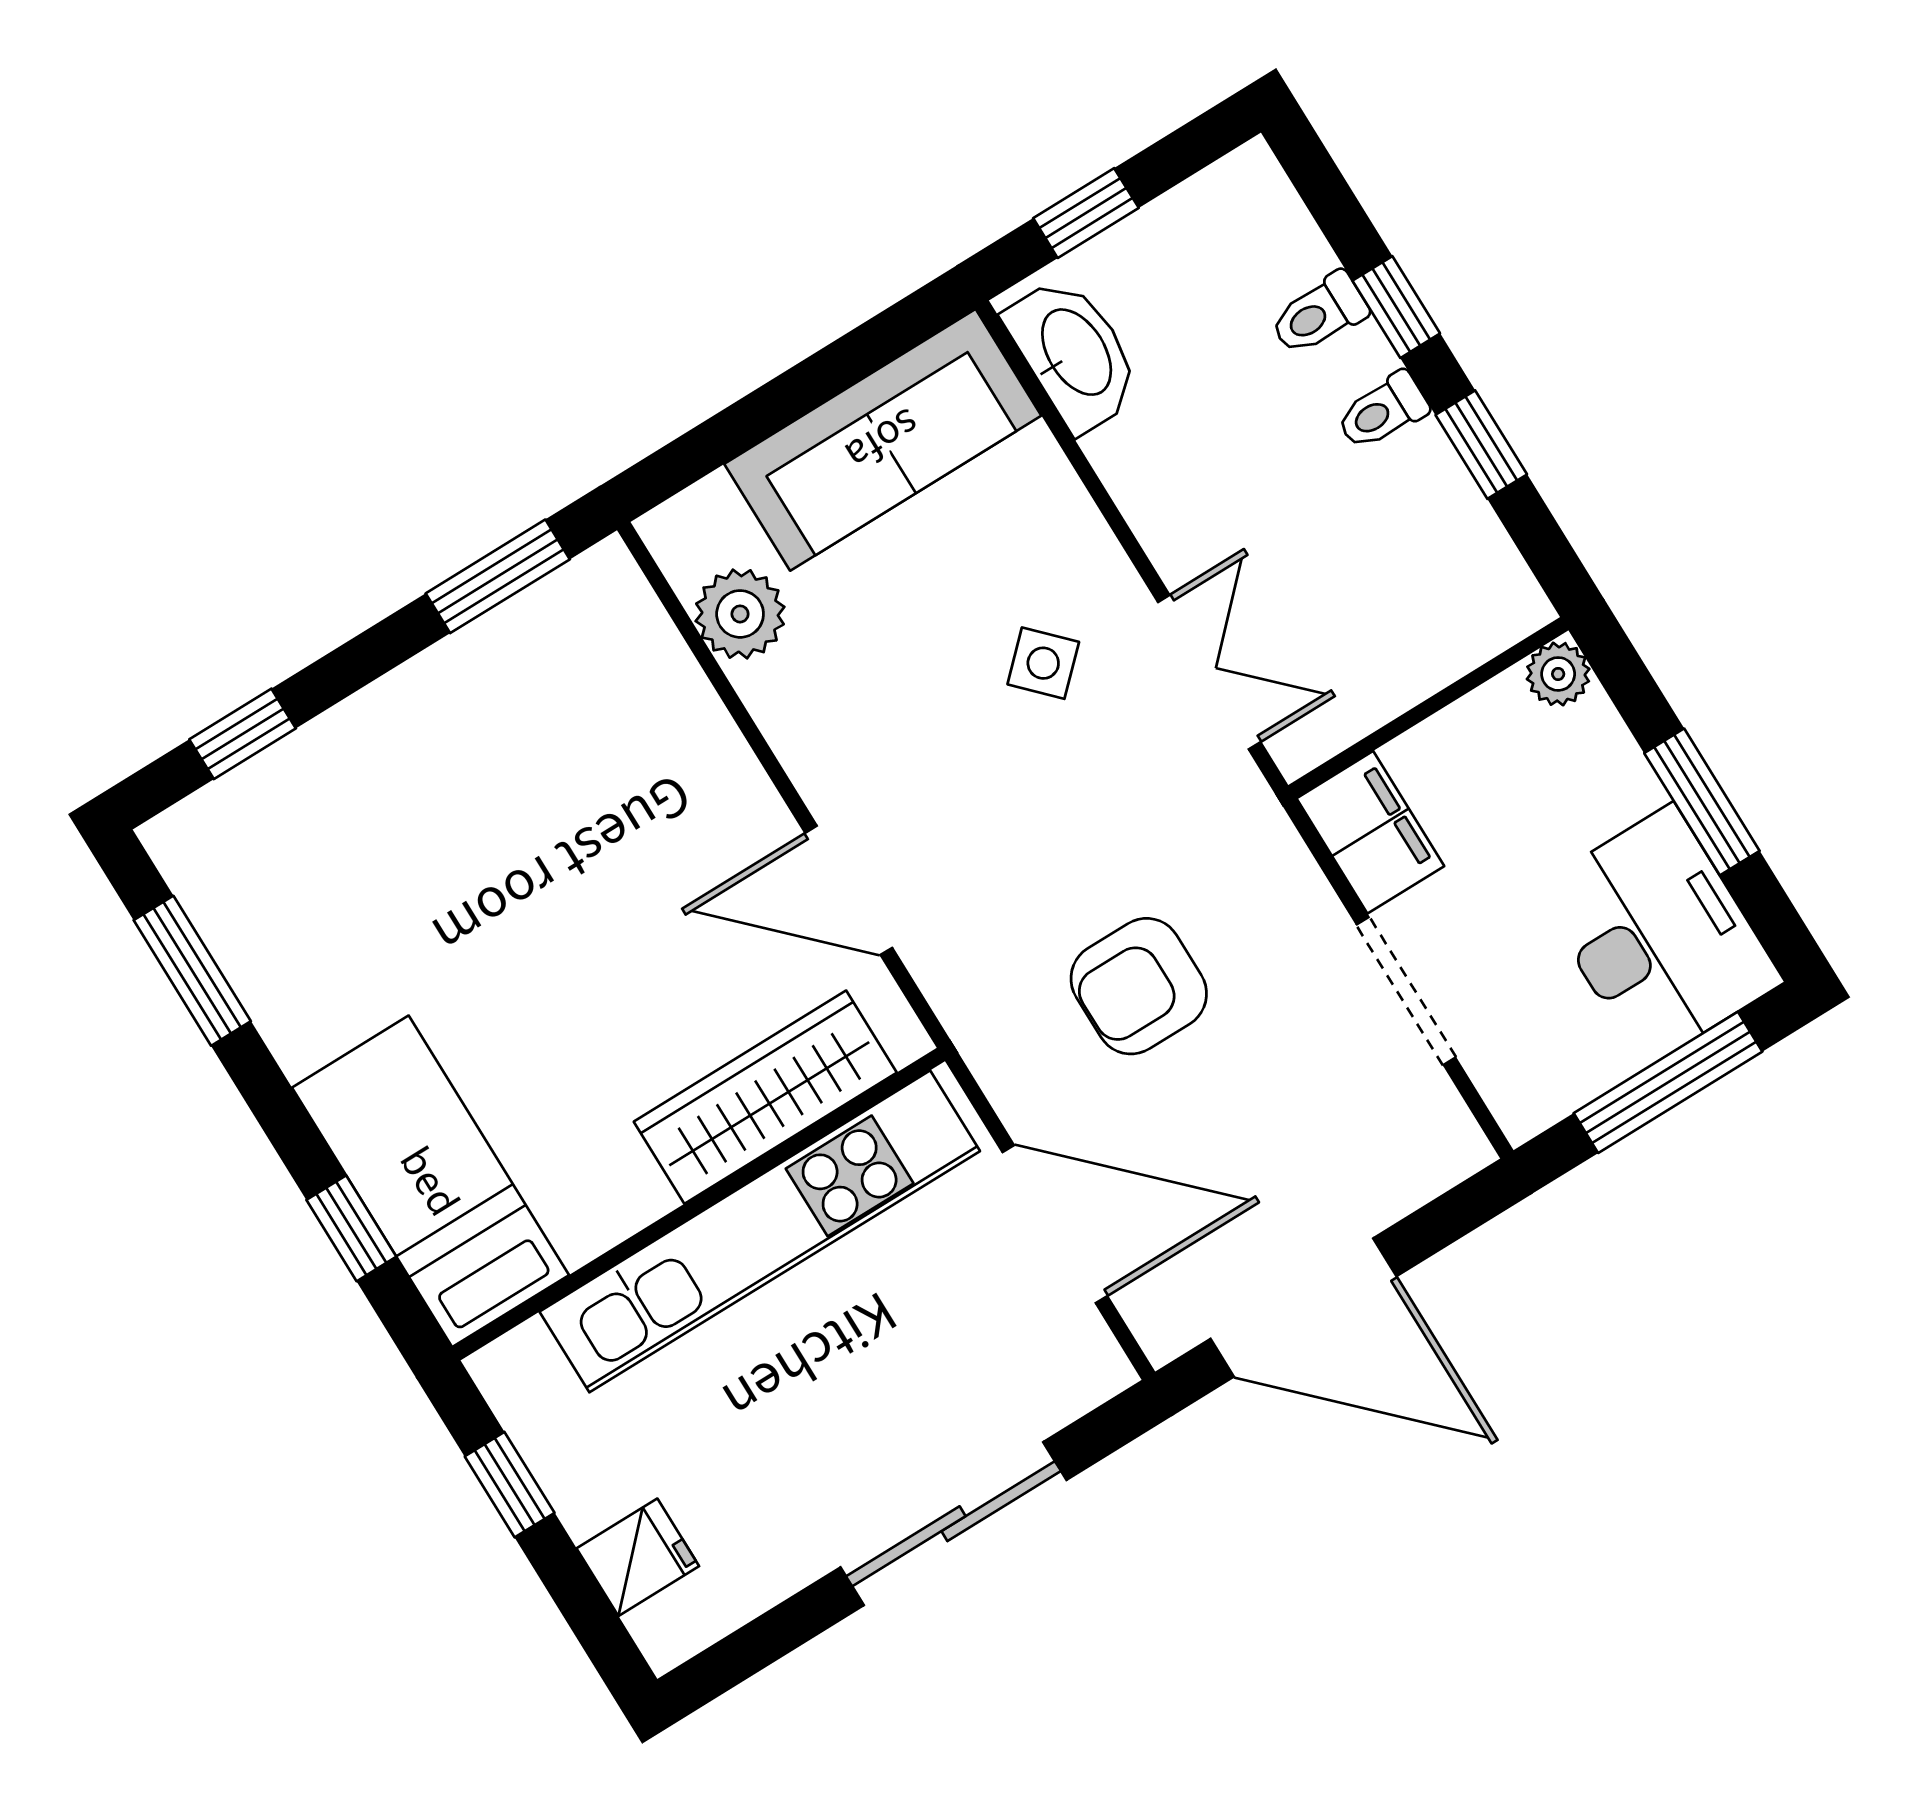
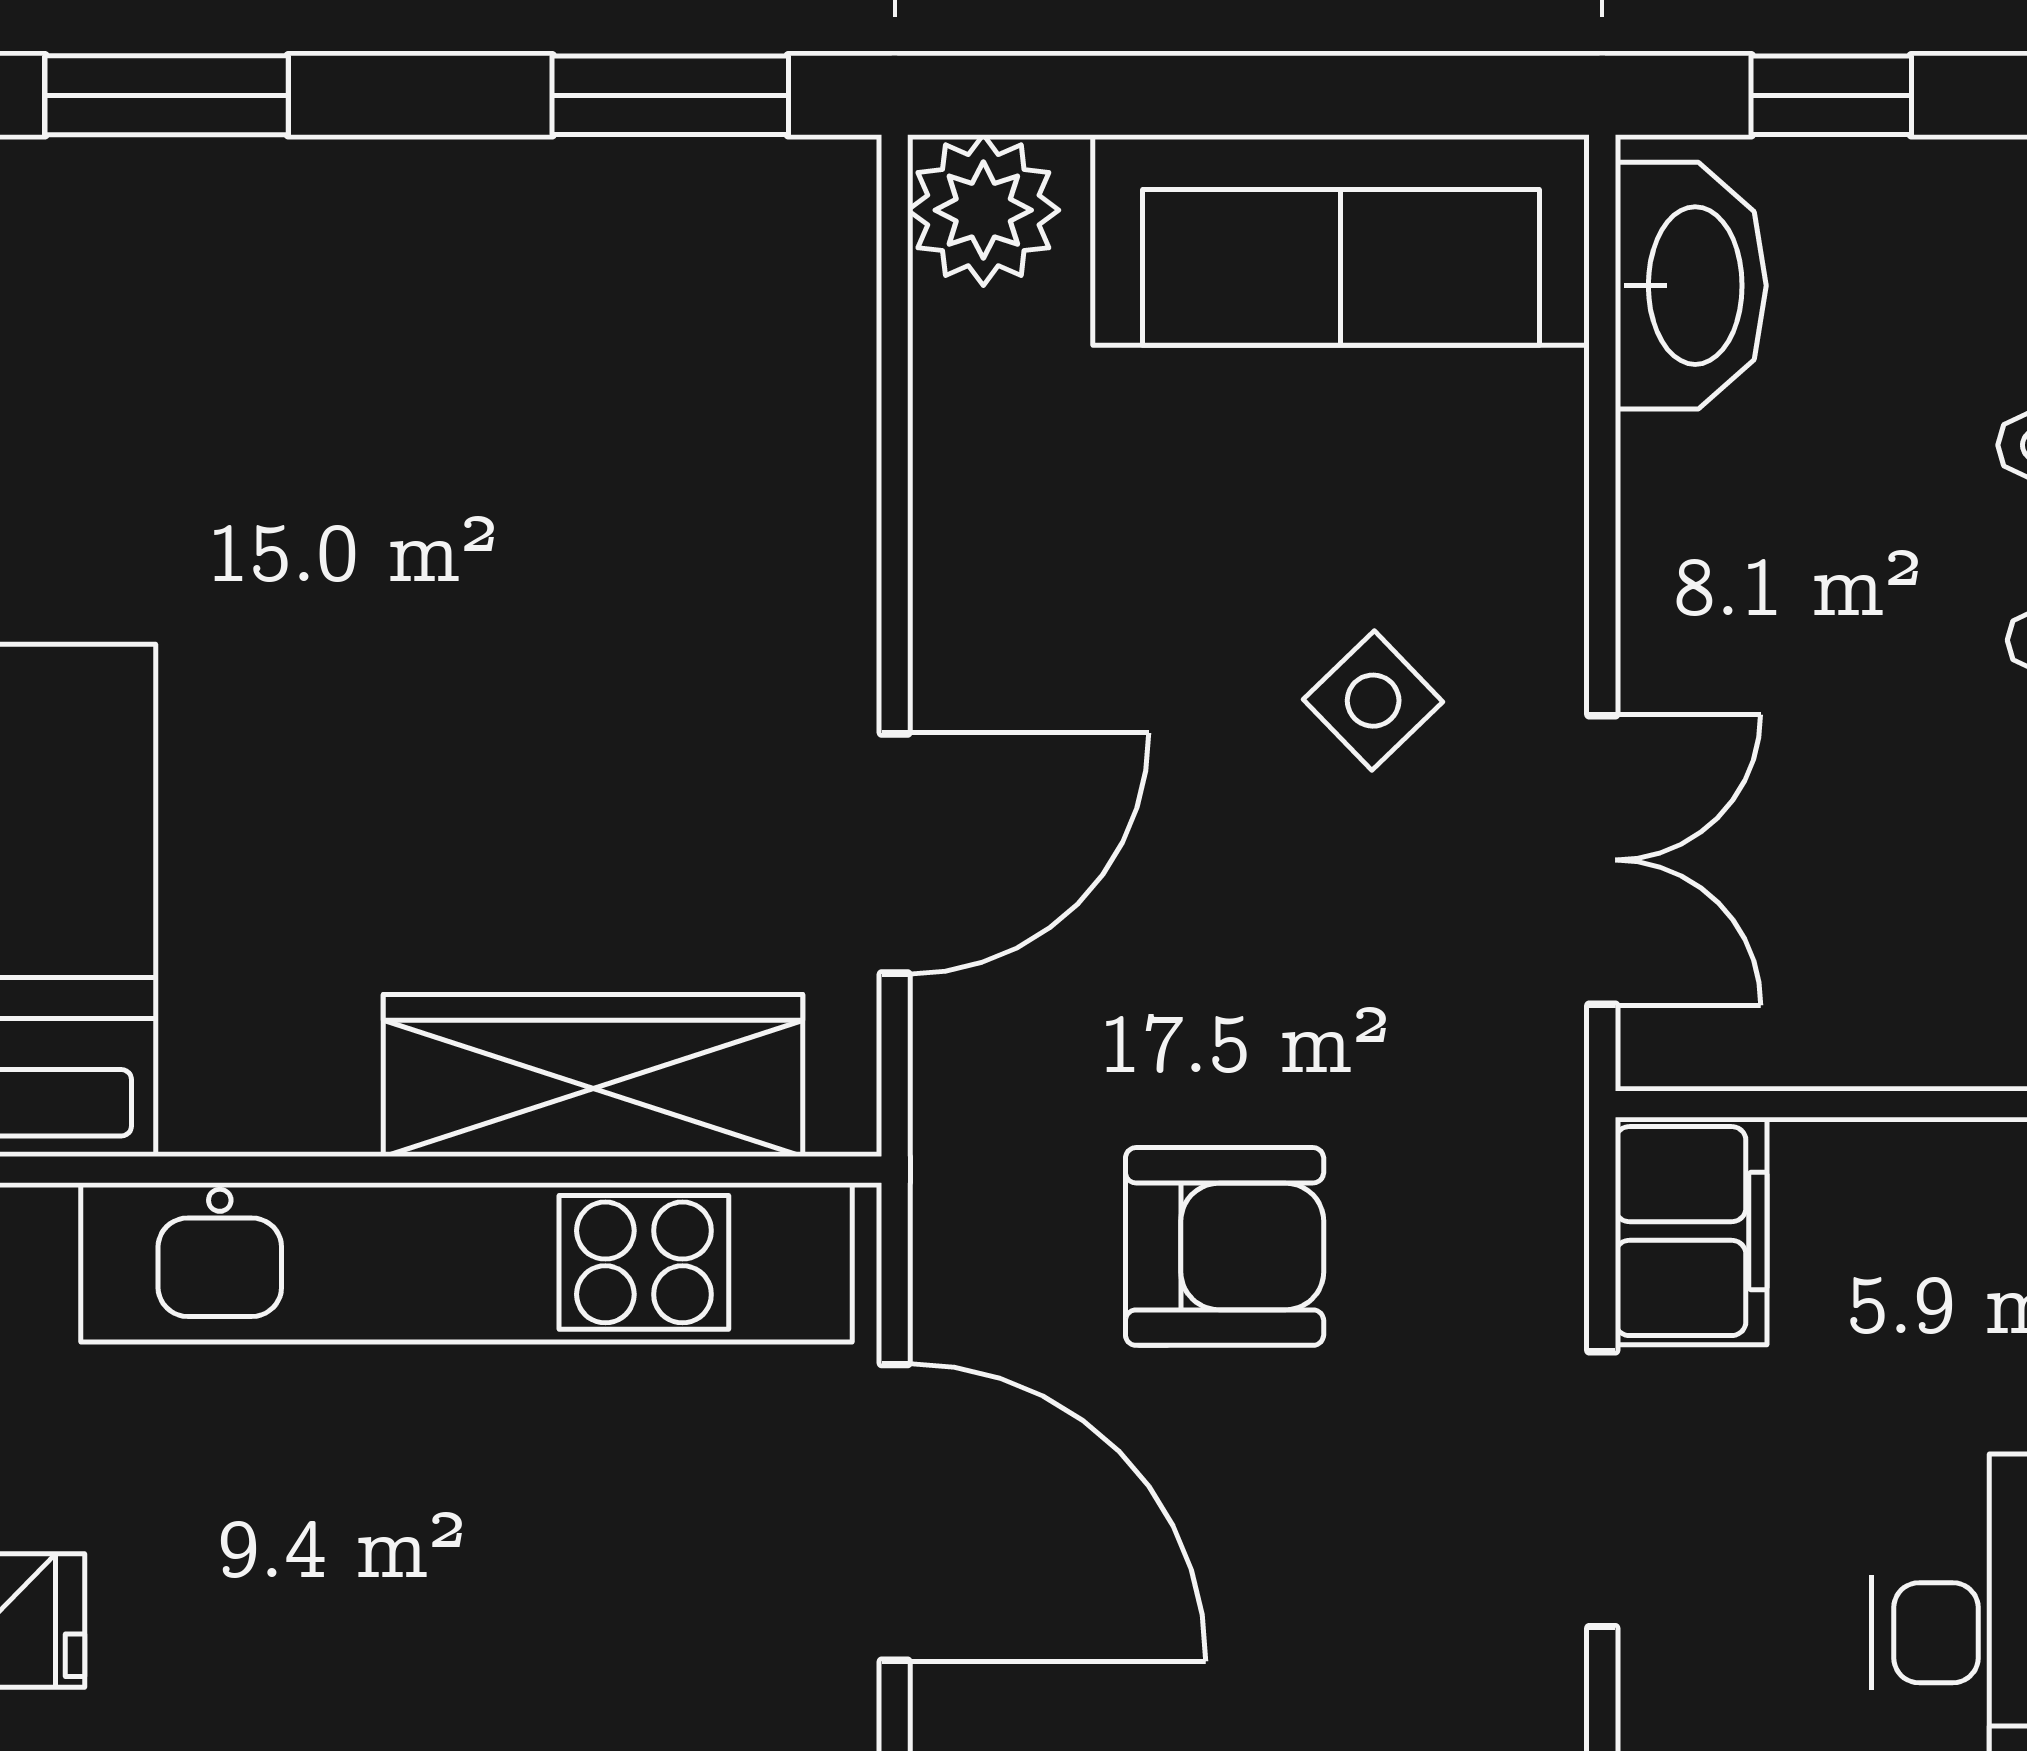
plant: (740, 614) -> (983, 210), moved
window: (243, 734) -> (167, 95), width x1.50
door: (849, 890) -> (895, 853), swing flipped
armchair: (1139, 986) -> (1225, 1246), turned 180

